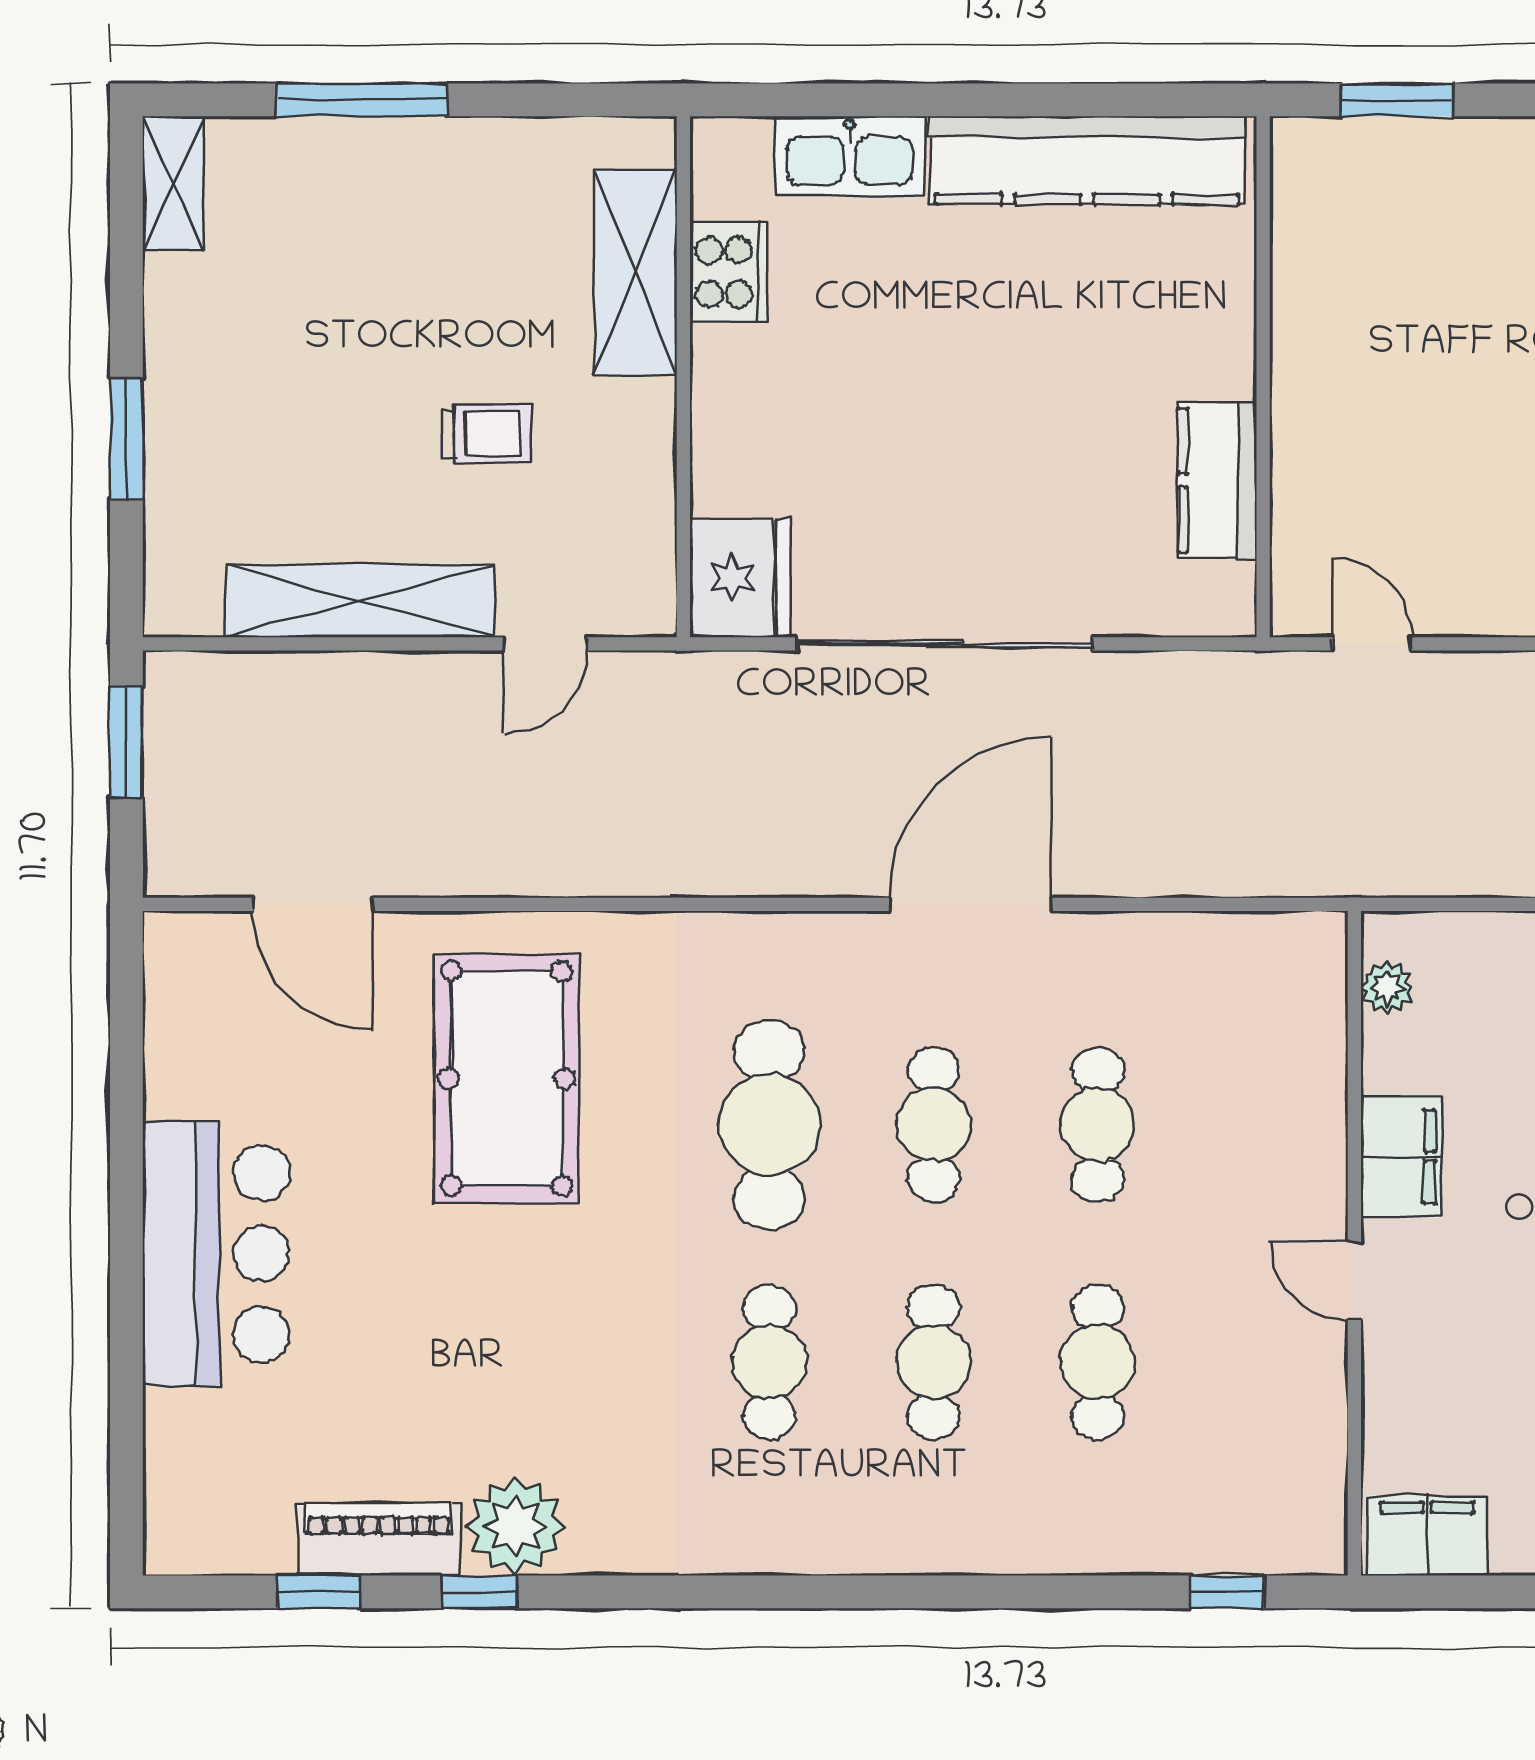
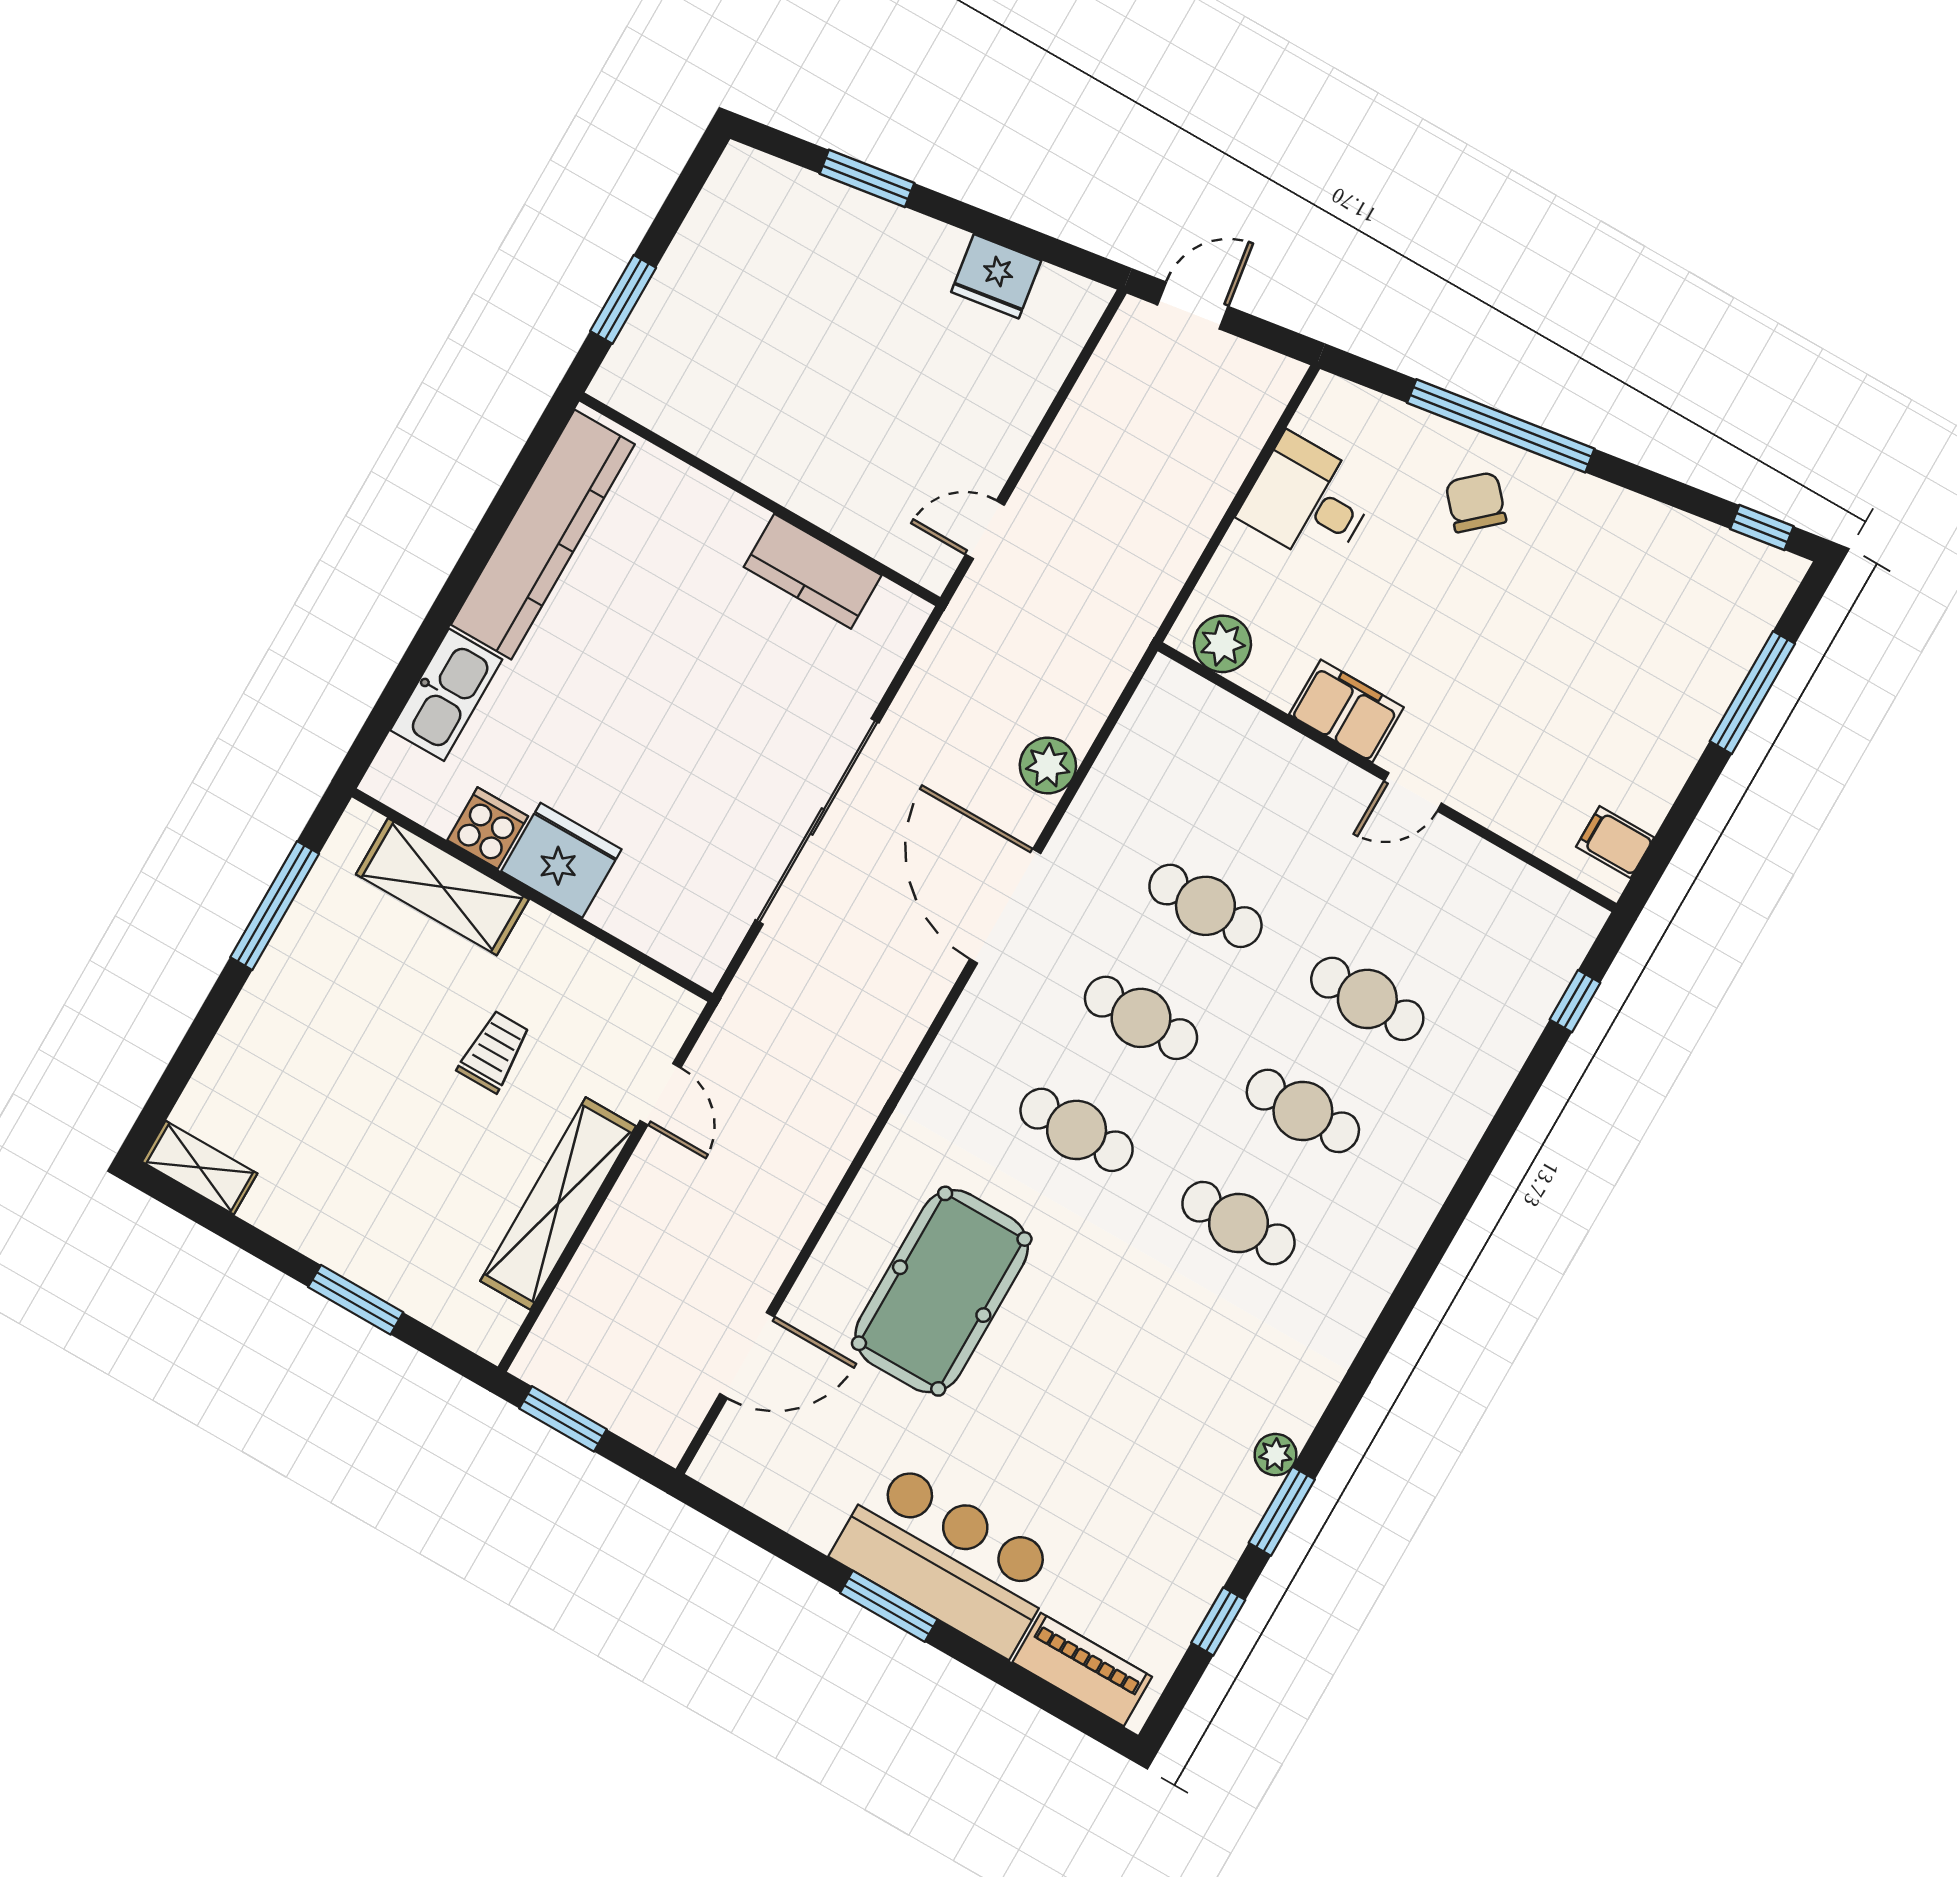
window: (362, 100) -> (275, 906), moved
cooker: (729, 272) -> (488, 828), width x0.73
fridge: (740, 578) -> (561, 860), moved
plant: (1152, 862) -> (1048, 765), added
plant: (1387, 988) -> (1223, 644), width x1.38, depth x1.38
pool table: (507, 1078) -> (942, 1291), turned 90
cafe table: (769, 1125) -> (1077, 1130), width x0.73, depth x0.74
window: (126, 1219) -> (889, 1606), added
plant: (515, 1526) -> (1275, 1455), width x0.53, depth x0.53
filing cabinet: (1427, 1535) -> (1615, 842), width x0.50
piano: (379, 1539) -> (1082, 1670), moved, turned 90
window: (480, 1592) -> (1282, 1511), width x1.50

